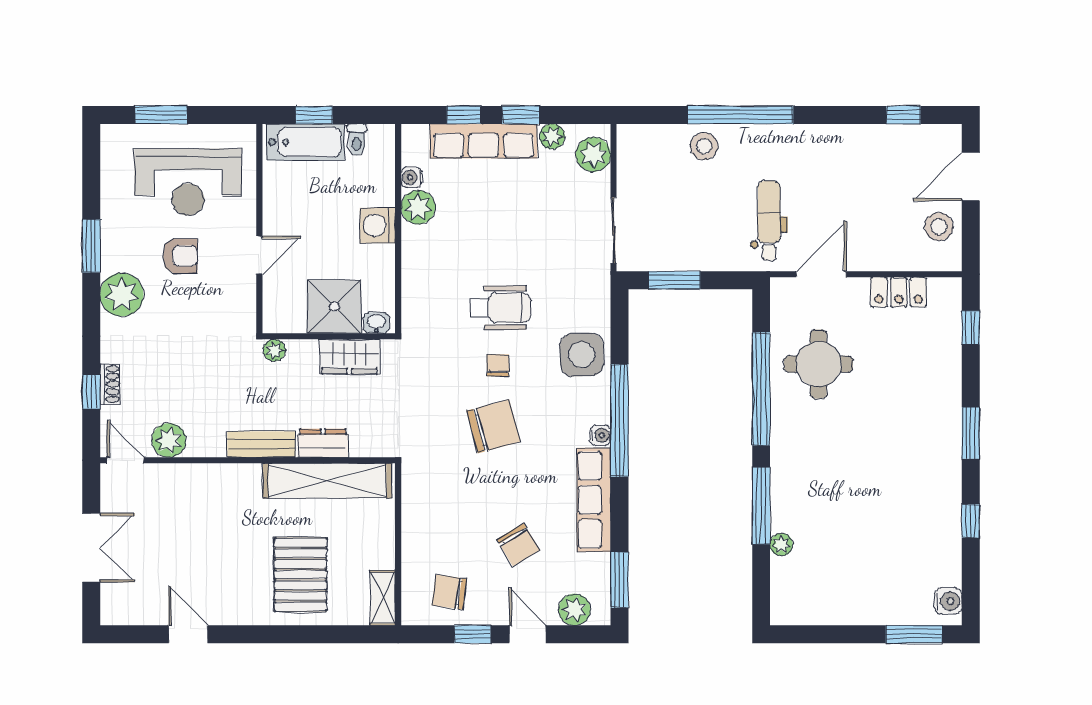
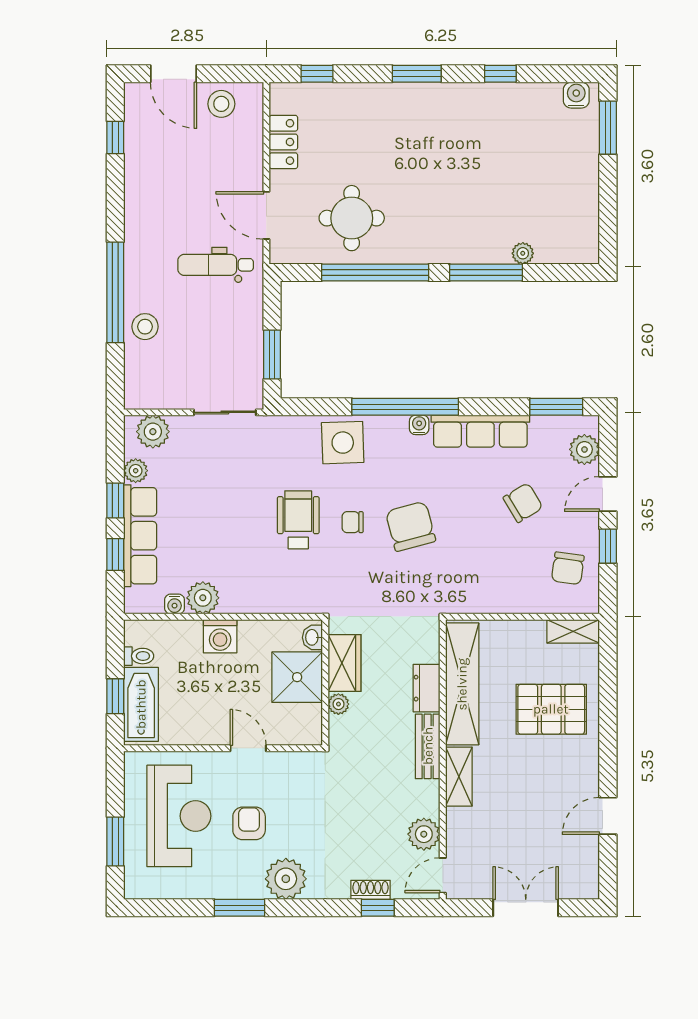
plant: (274, 350) -> (338, 704), moved
shelving: (230, 477) -> (459, 777), added

